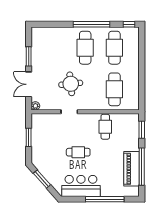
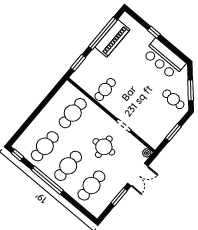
cafe table: (56, 48) -> (91, 186), added
cafe table: (78, 152) -> (173, 99), moved
window: (105, 199) -> (154, 32), width x0.32

